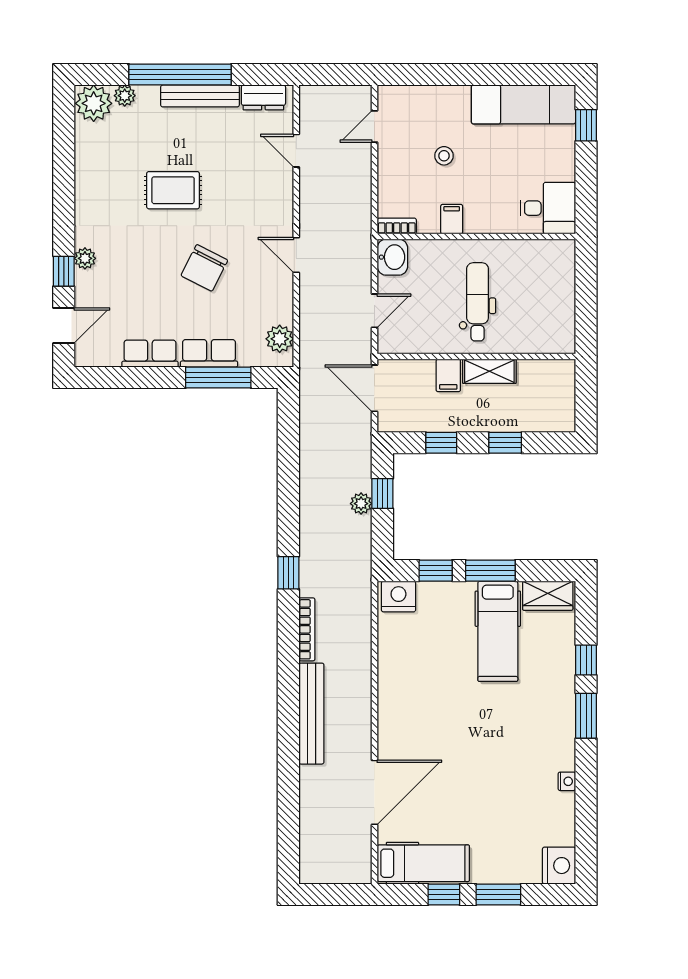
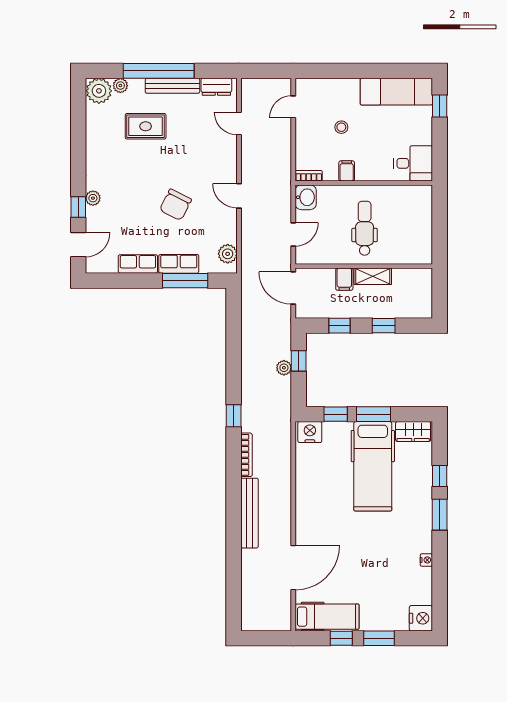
rug: (173, 190) -> (146, 126), moved
hospital bed: (498, 631) -> (373, 466), width x1.37, depth x1.29

